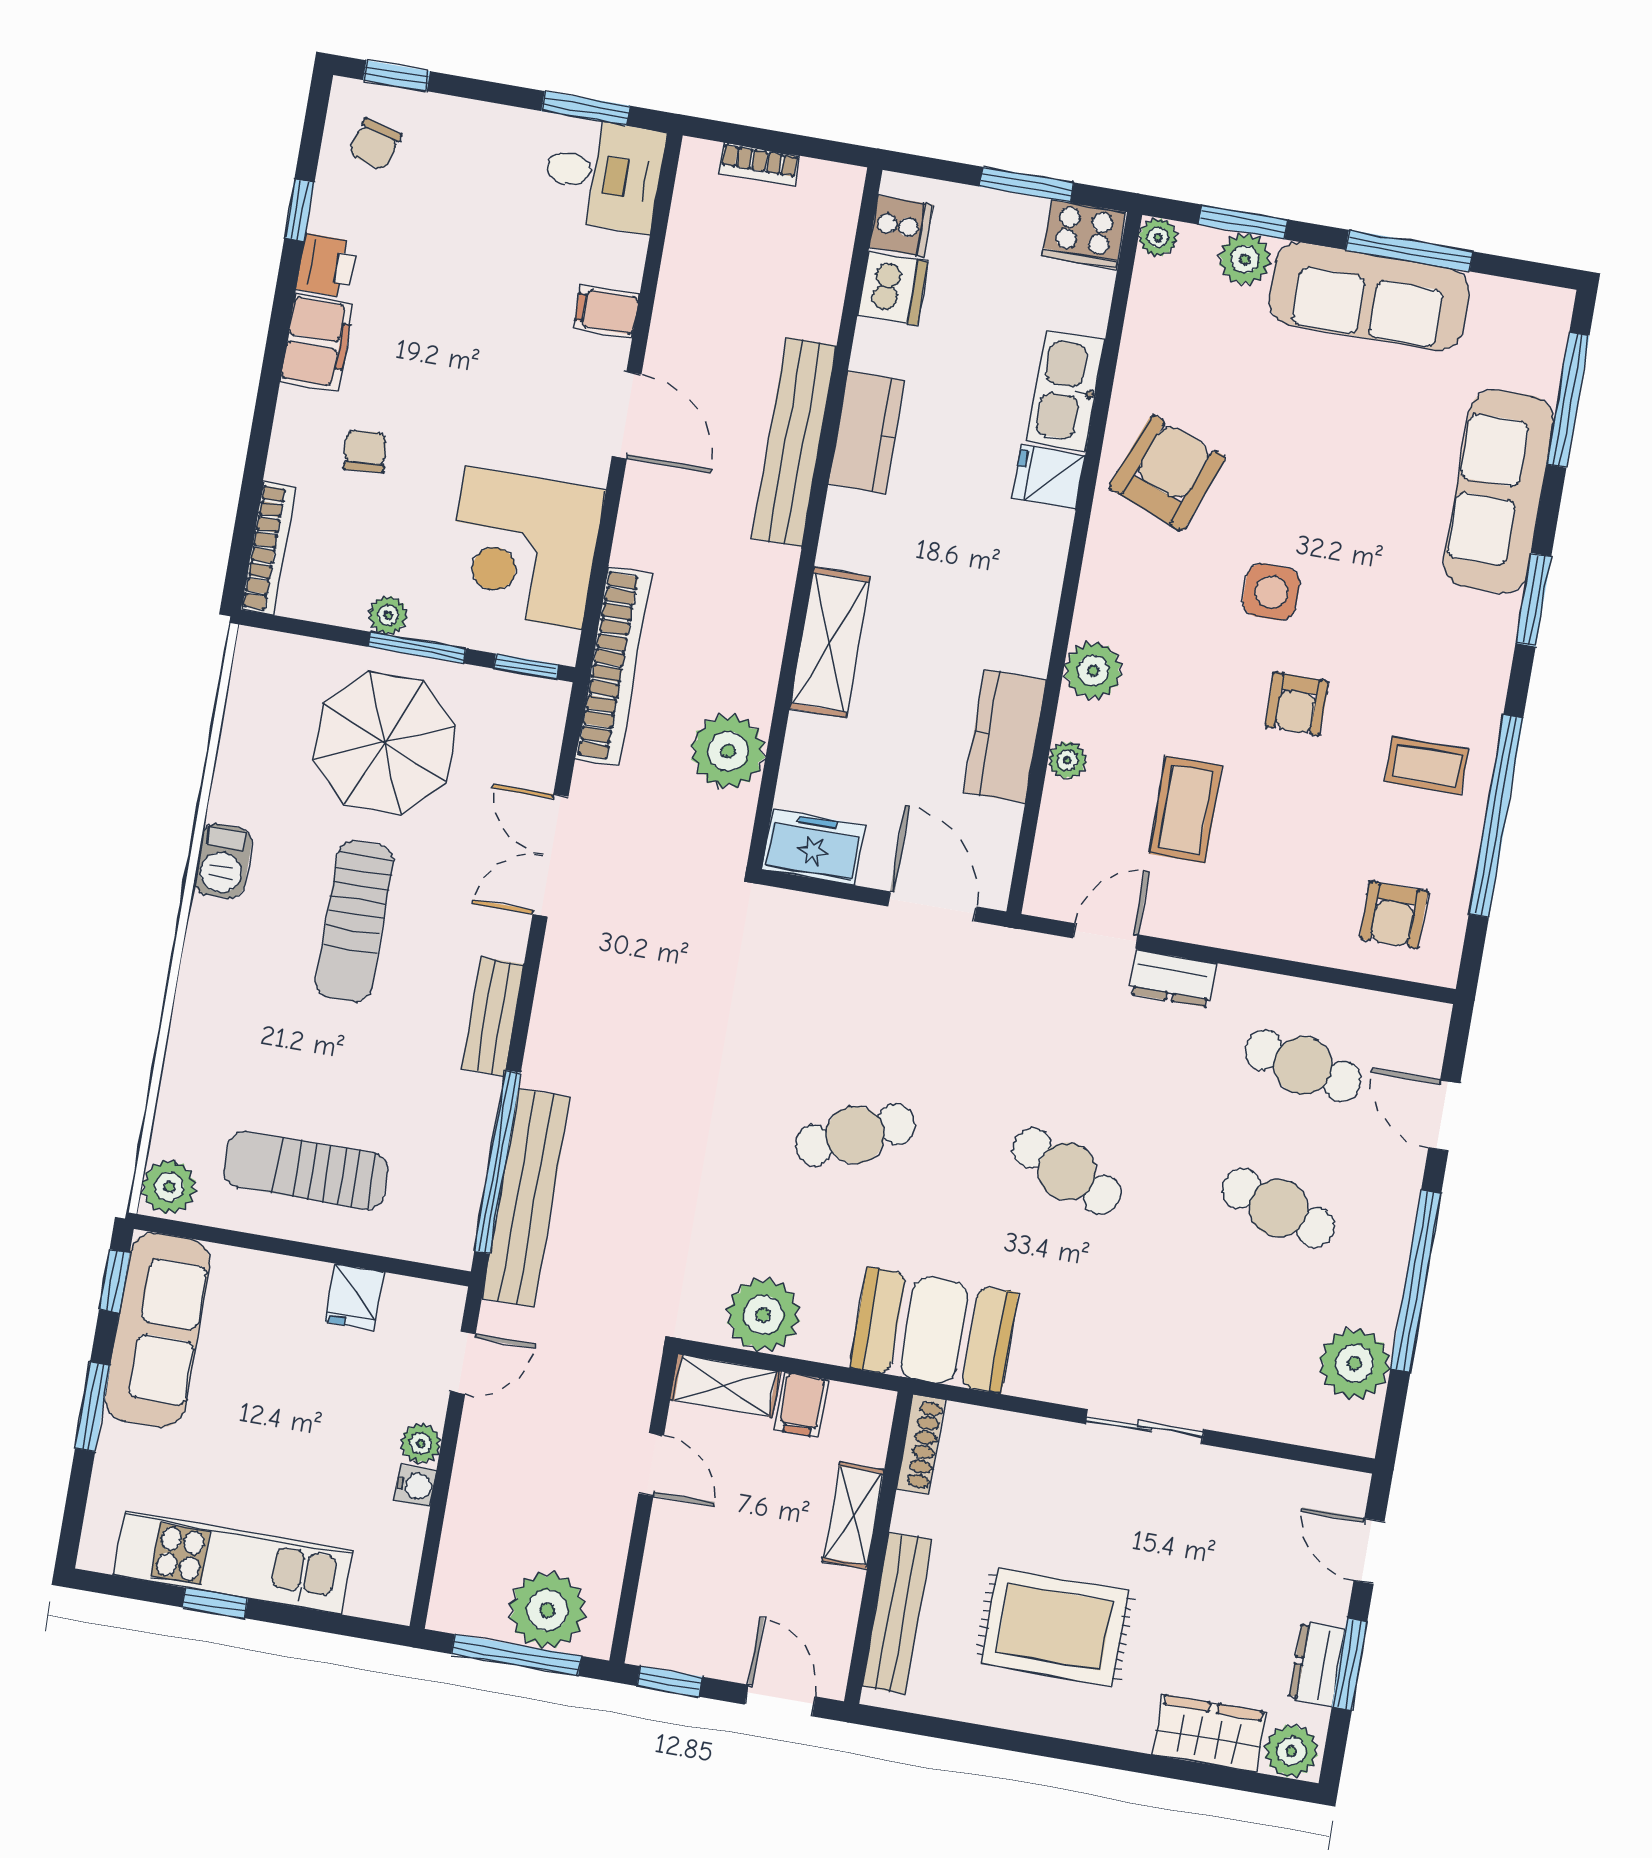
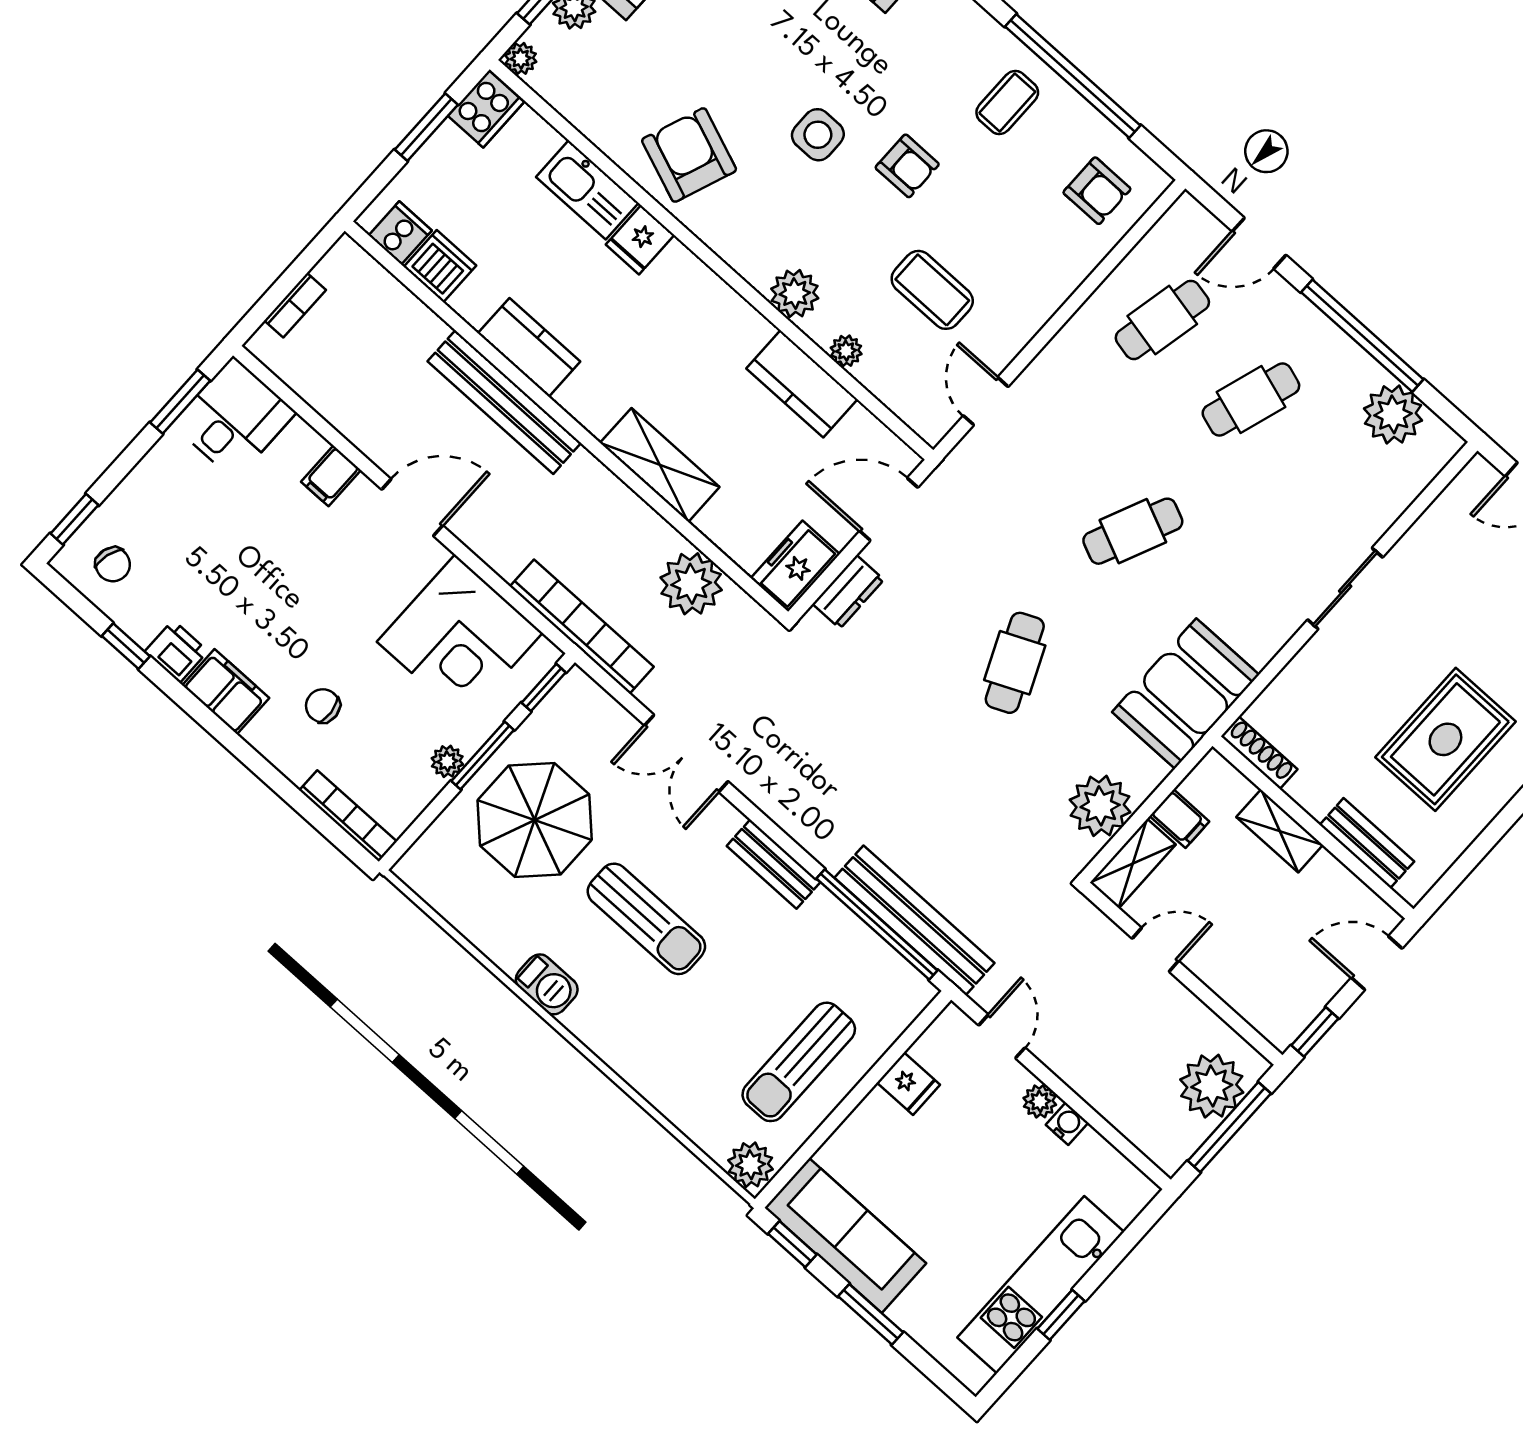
dresser: (1173, 979) -> (848, 592), moved
bench: (897, 1613) -> (1367, 843), width x0.73

